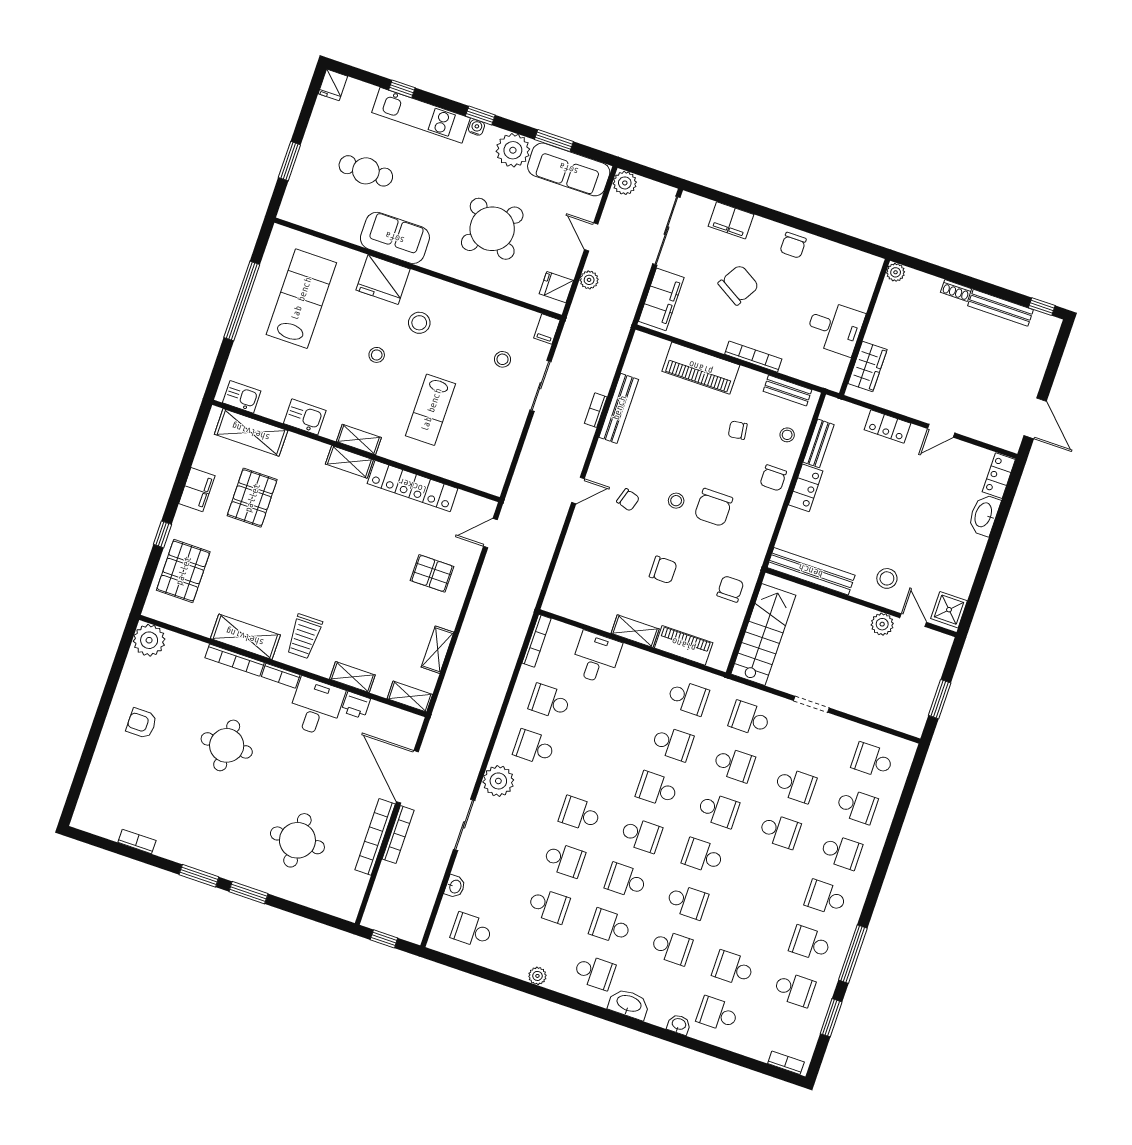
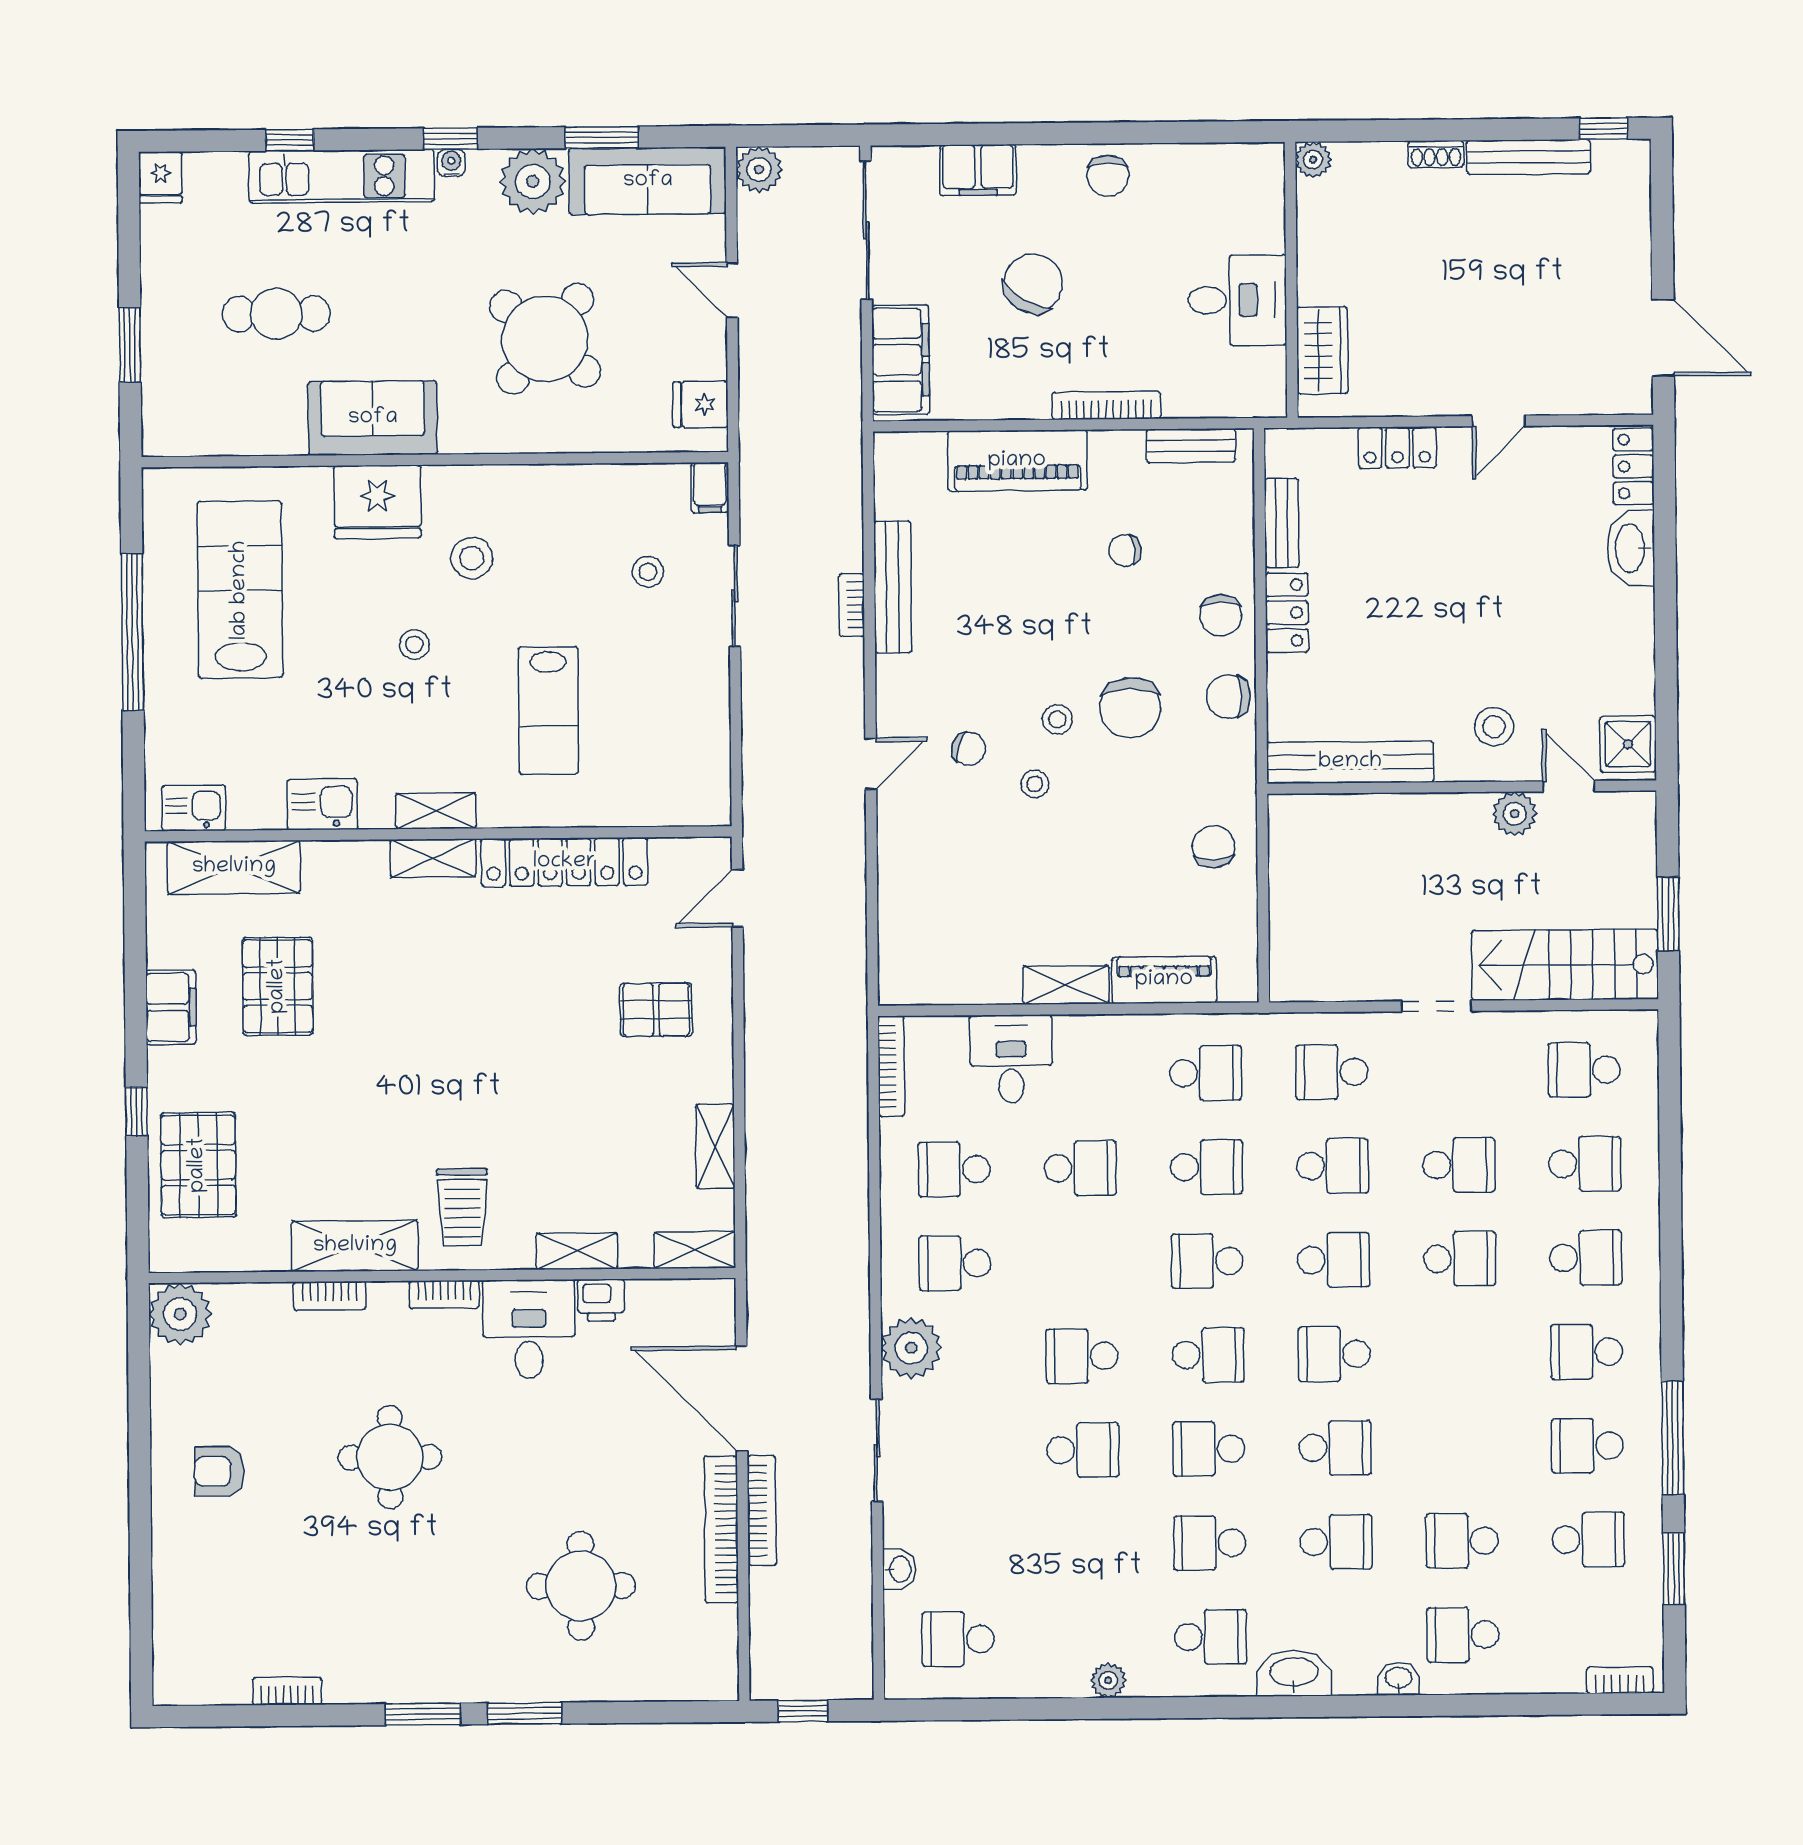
plant: (589, 280) -> (756, 370), removed
stool: (787, 435) -> (1035, 784), moved
chair: (663, 570) -> (1228, 696), moved, turned 180
stairs: (763, 635) -> (1565, 965), moved, turned -90
bookcase: (235, 660) -> (330, 1296), width x0.64
school desk: (549, 906) -> (1080, 1168), moved

